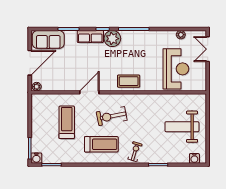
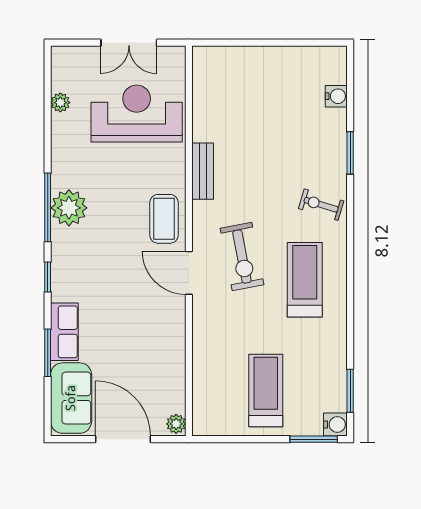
row of seats: (90, 37) -> (64, 332), moved
plant: (112, 39) -> (69, 208), moved
double door: (208, 49) -> (129, 43), moved
door: (89, 92) -> (189, 273), moved
bench: (150, 99) -> (203, 171), added
treadmill: (67, 122) -> (266, 391), moved, turned 90
weight bench: (182, 127) -> (266, 100), removed
water cooler: (194, 158) -> (336, 96), moved

